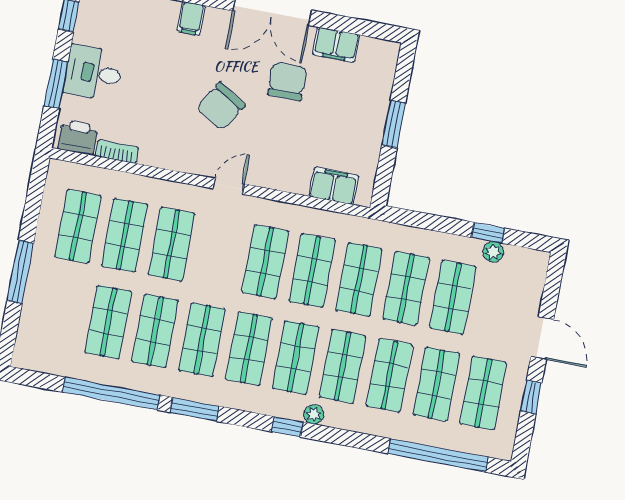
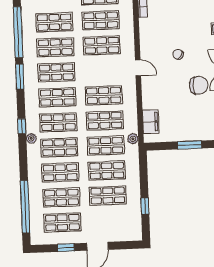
chair: (221, 106) -> (178, 54), width x0.54, depth x0.54
plant: (493, 252) -> (133, 139), moved

